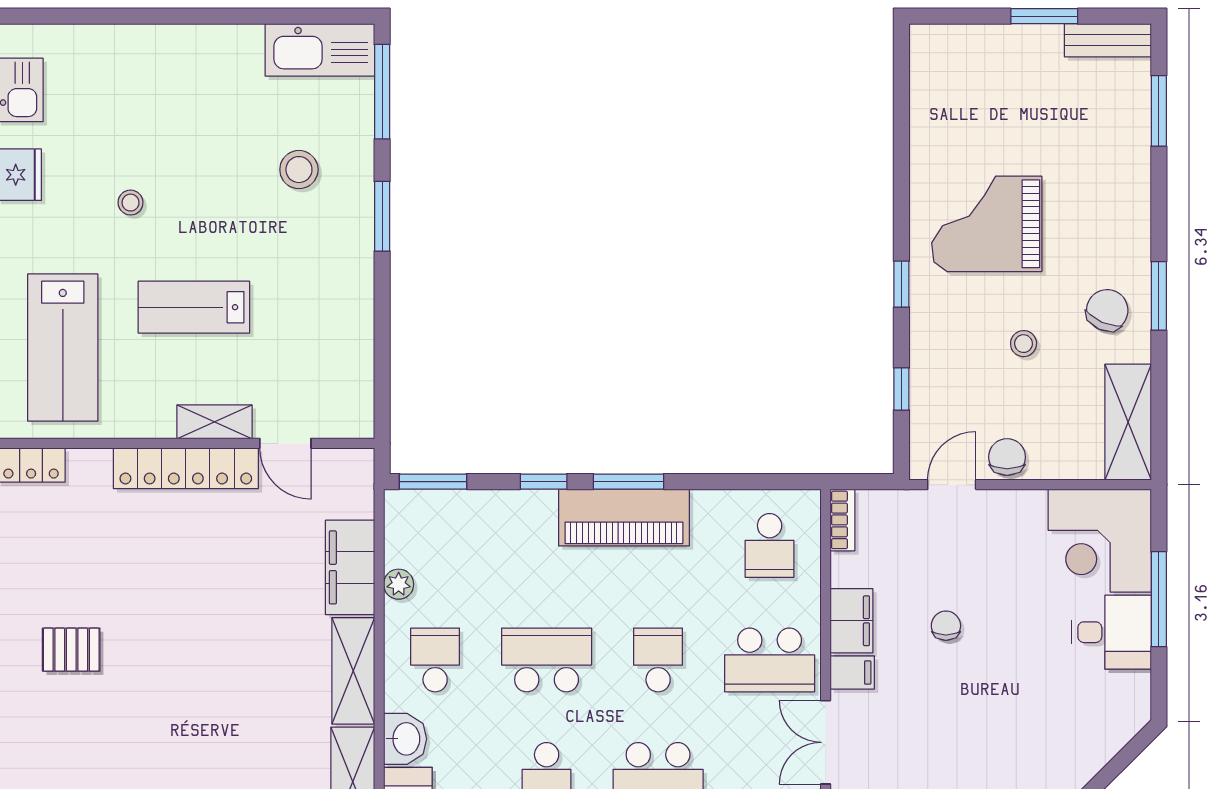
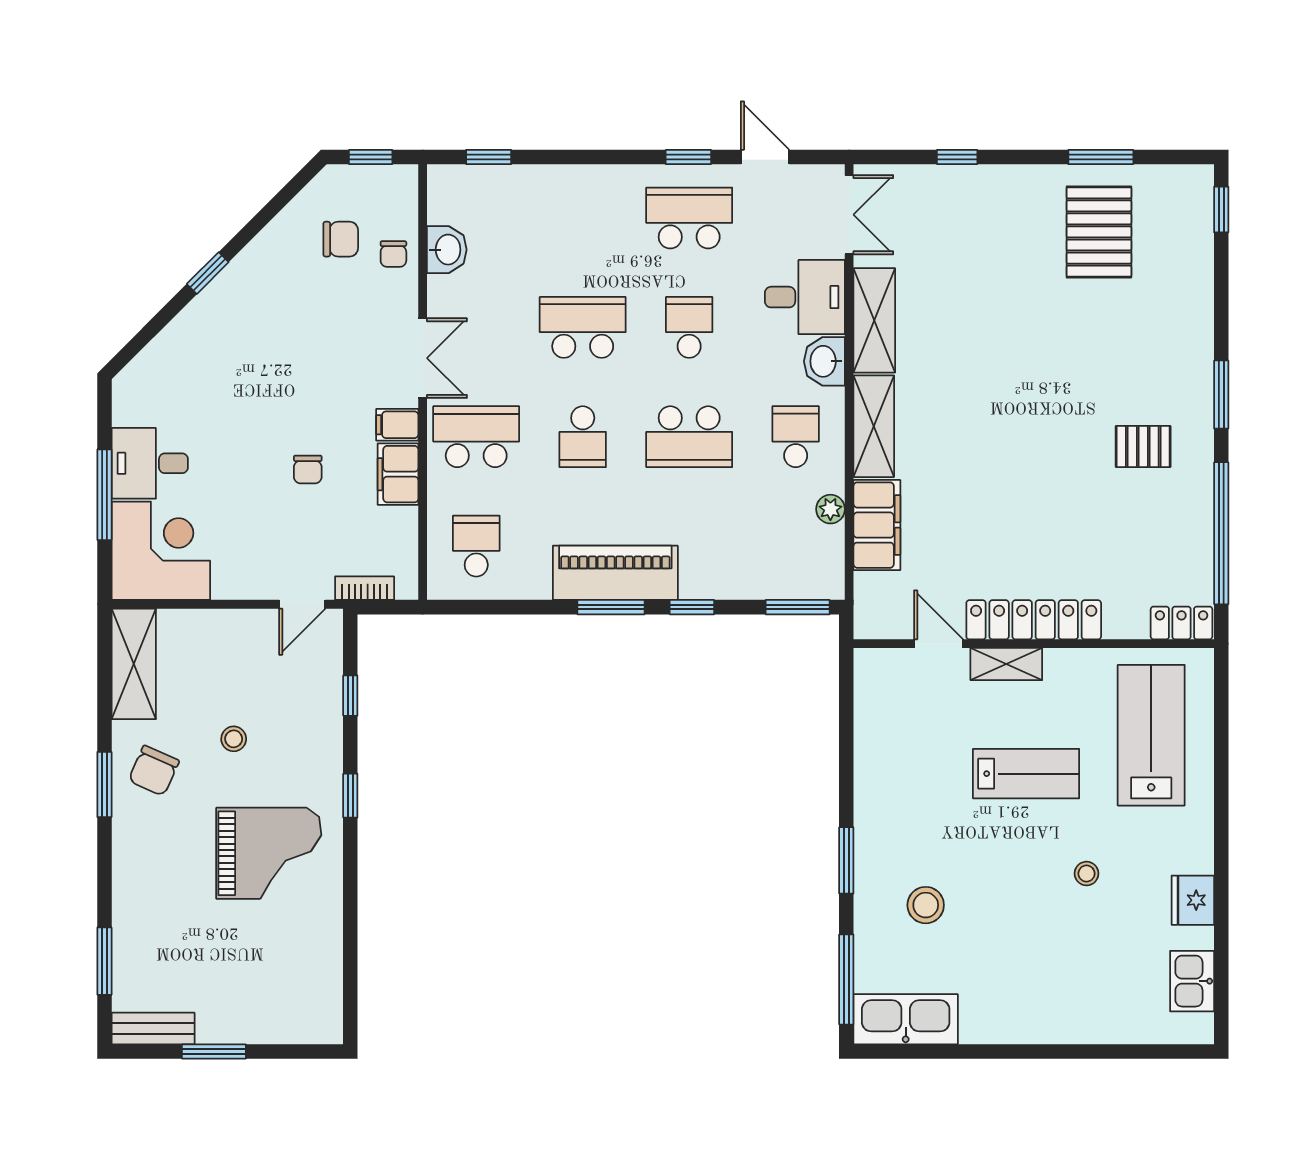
chair: (1007, 457) -> (249, 631), removed
bookcase: (842, 520) -> (365, 588), moved, turned 90
school desk: (435, 660) -> (796, 437), turned 180

